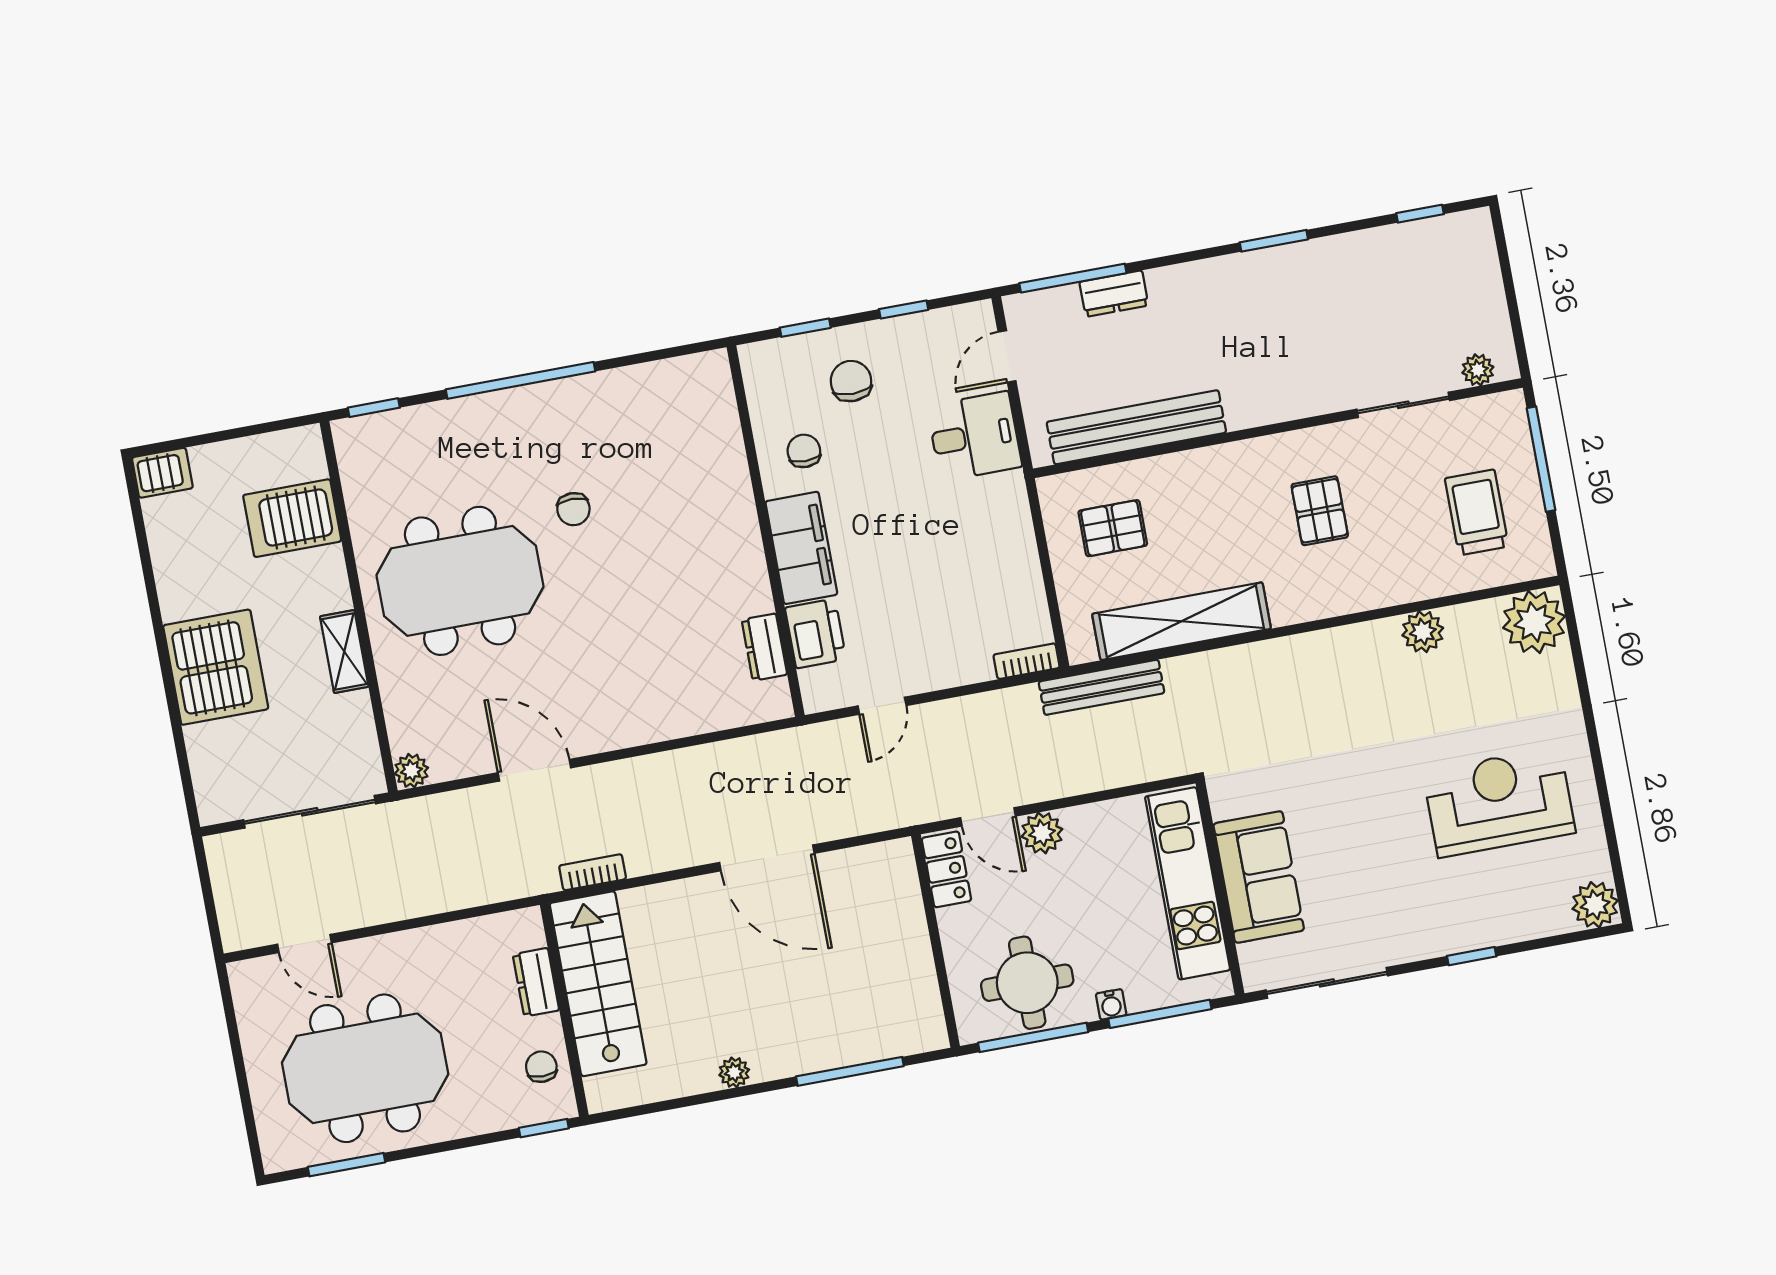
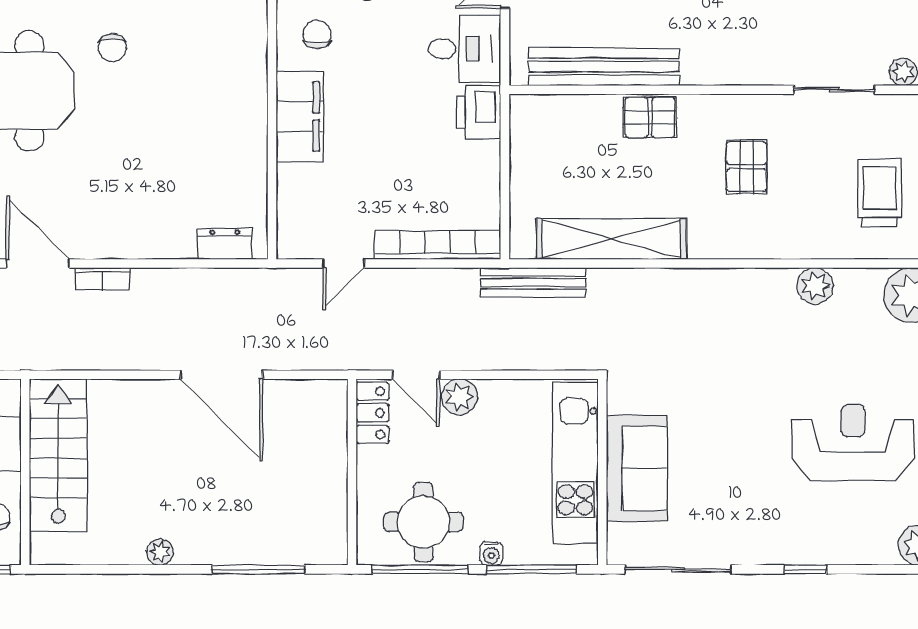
pallet: (1113, 528) -> (650, 117), moved
printer: (816, 633) -> (479, 112), moved, turned 180
dresser: (764, 647) -> (225, 244), moved, turned 90
bookcase: (1027, 661) -> (438, 245), width x2.31, depth x1.31
bookcase: (593, 872) -> (102, 279), moved, turned 180

